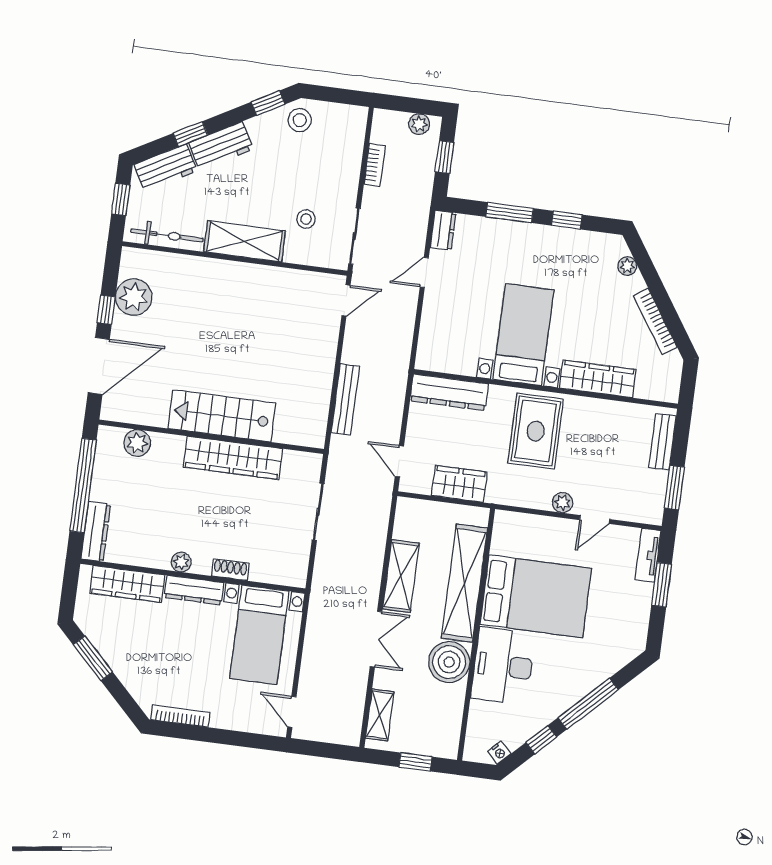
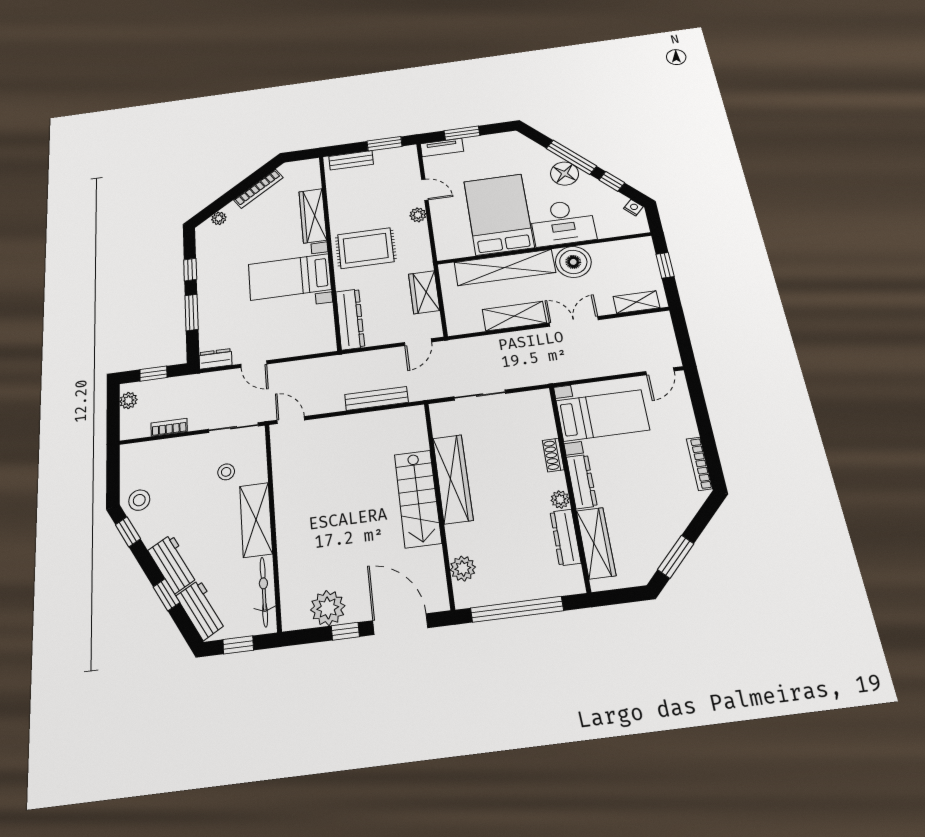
dresser: (96, 532) -> (566, 537), moved, turned -90
floor lamp: (568, 689) -> (565, 174), added

